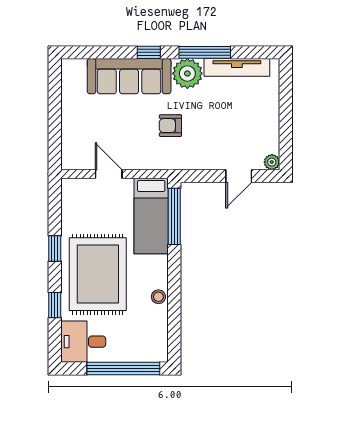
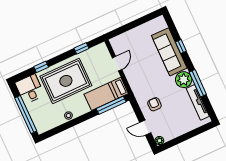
window: (149, 52) -> (181, 47), moved
armchair: (170, 126) -> (154, 104), moved
window: (55, 248) -> (81, 48), moved

